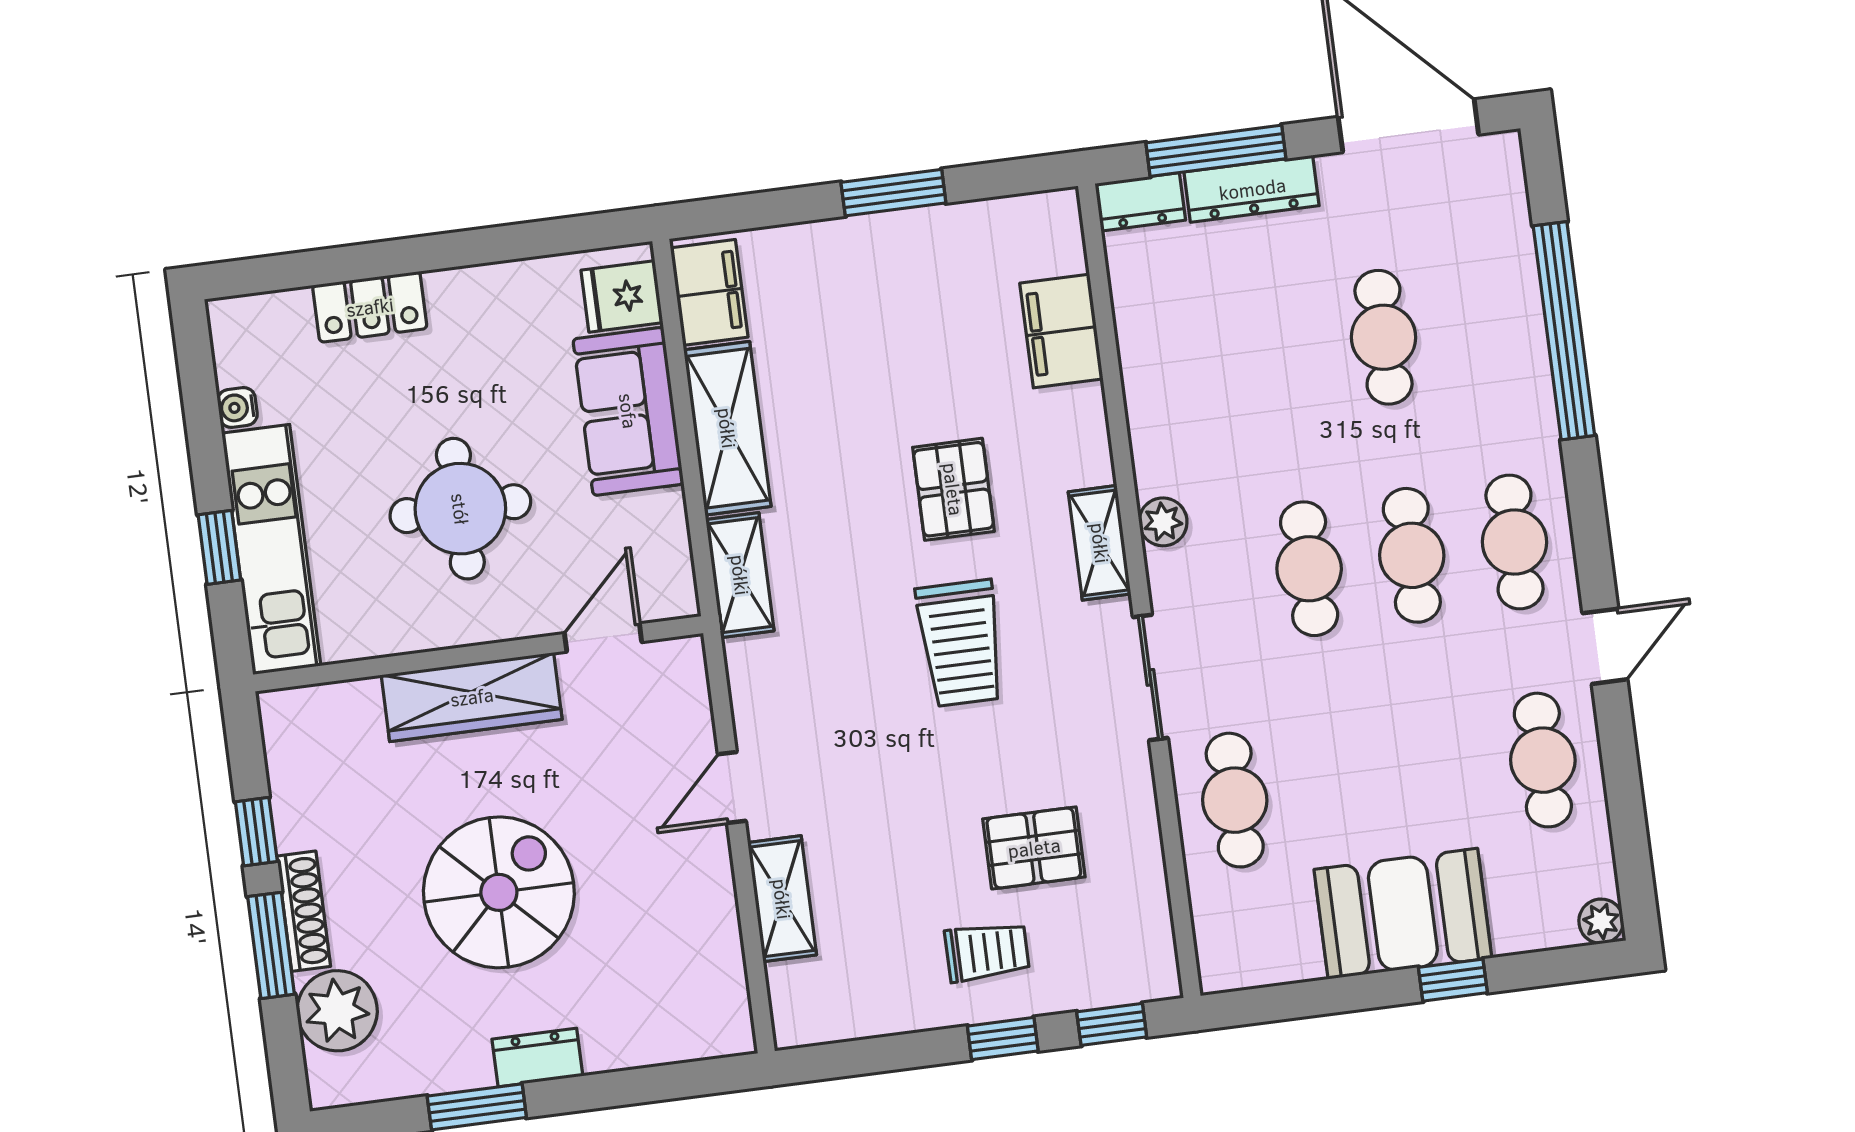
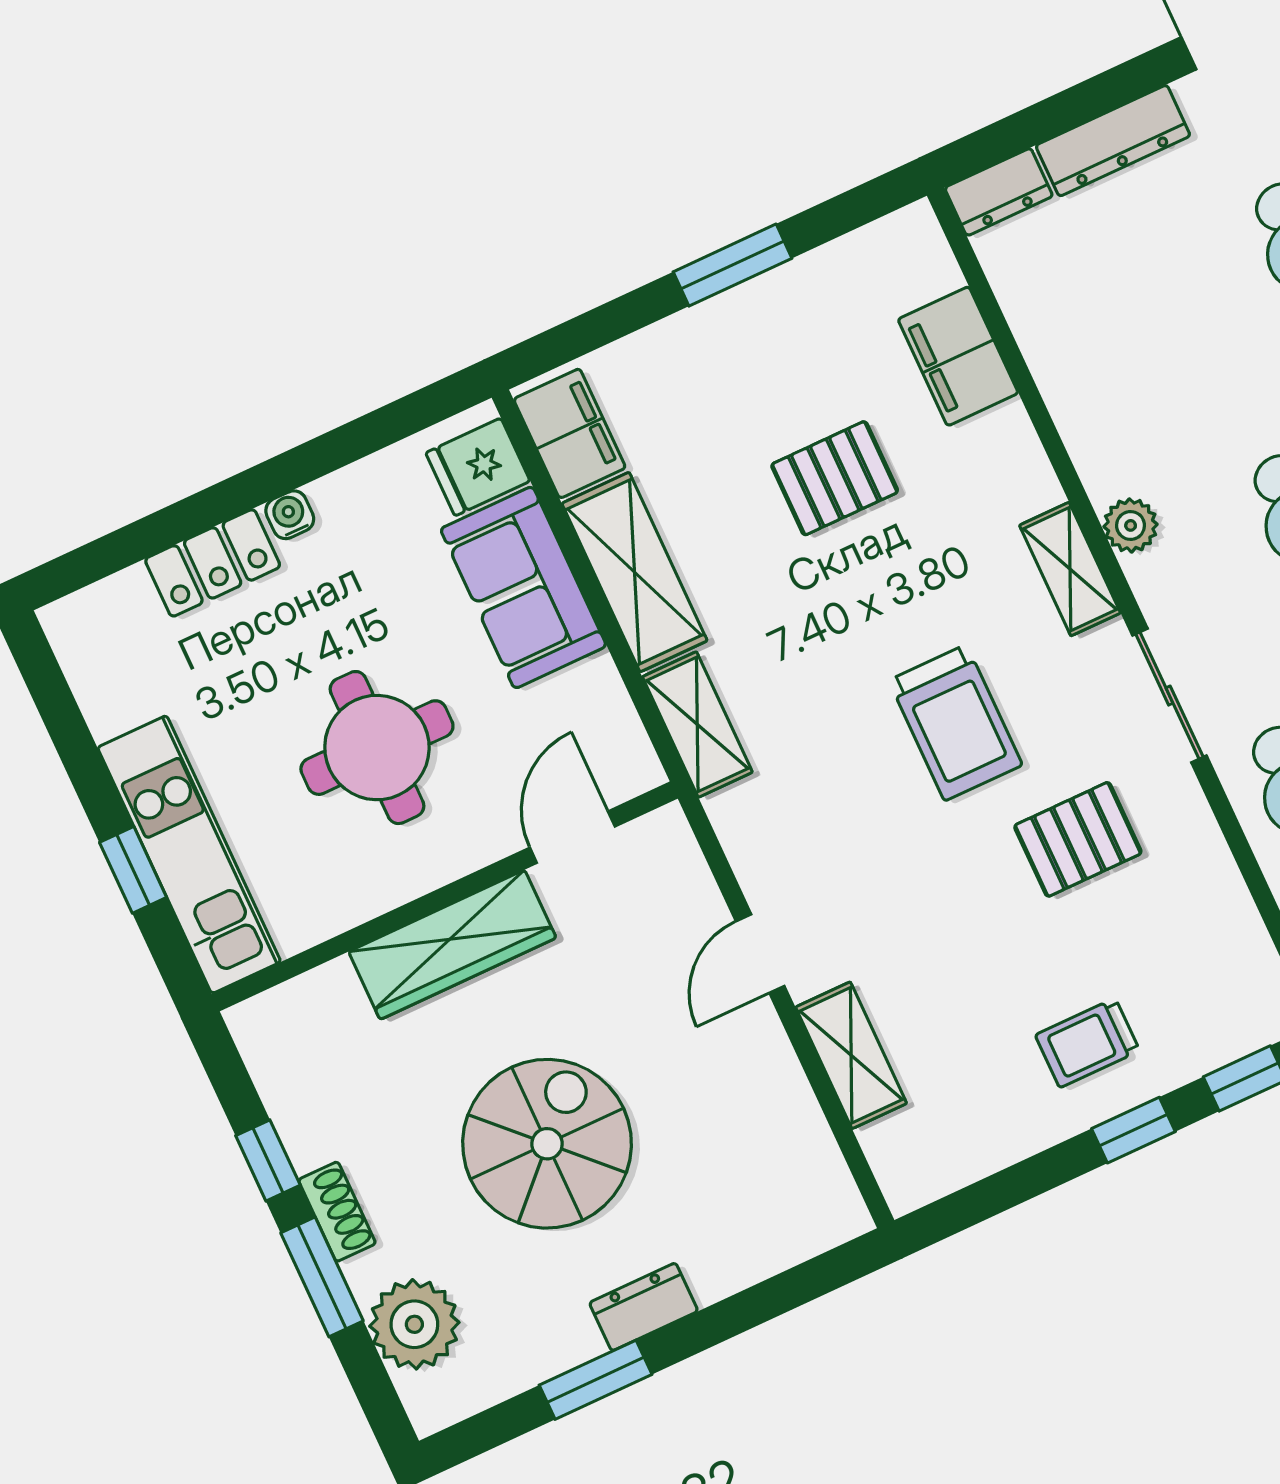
window: (1216, 151) -> (1062, 112), removed
water cooler: (237, 407) -> (290, 515), moved, turned 90
pallet: (953, 489) -> (835, 478), moved, turned 90
pallet: (1034, 848) -> (1078, 839), moved
shoe rack: (304, 911) -> (337, 1212), width x0.70
trolley: (987, 952) -> (1087, 1043), turned 180

